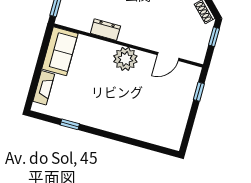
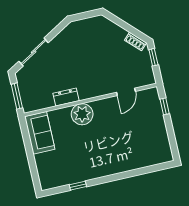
plant: (125, 59) -> (82, 114), moved
fireplace: (44, 88) -> (42, 168), removed

